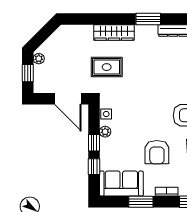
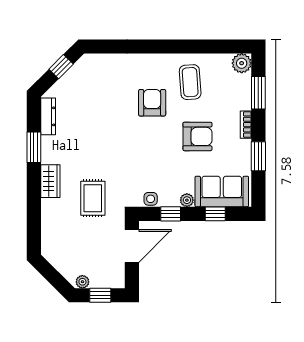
wardrobe: (114, 32) -> (50, 181), width x0.67
plant: (105, 132) -> (187, 200), moved
window: (94, 143) -> (171, 214), moved
sofa: (121, 183) -> (222, 191), moved, turned 90

